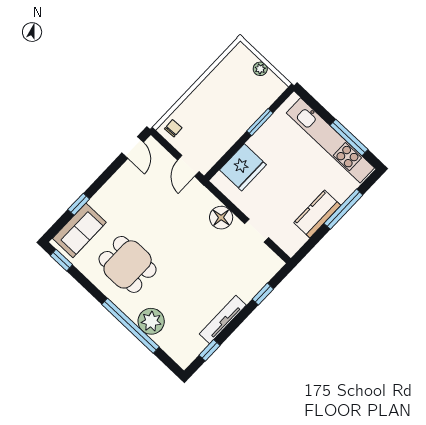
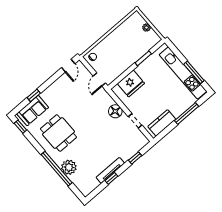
kitchen counter: (317, 214) -> (162, 123), moved
window: (209, 350) -> (111, 178), moved

